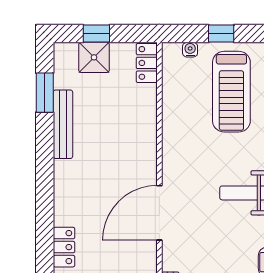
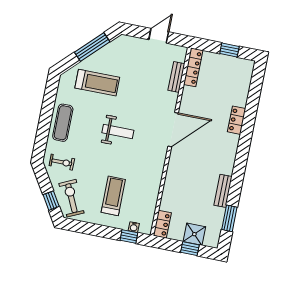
window: (221, 34) -> (129, 236), moved
treadmill: (231, 92) -> (113, 196), width x0.73, depth x0.73
bench: (63, 124) -> (223, 191), width x0.73

